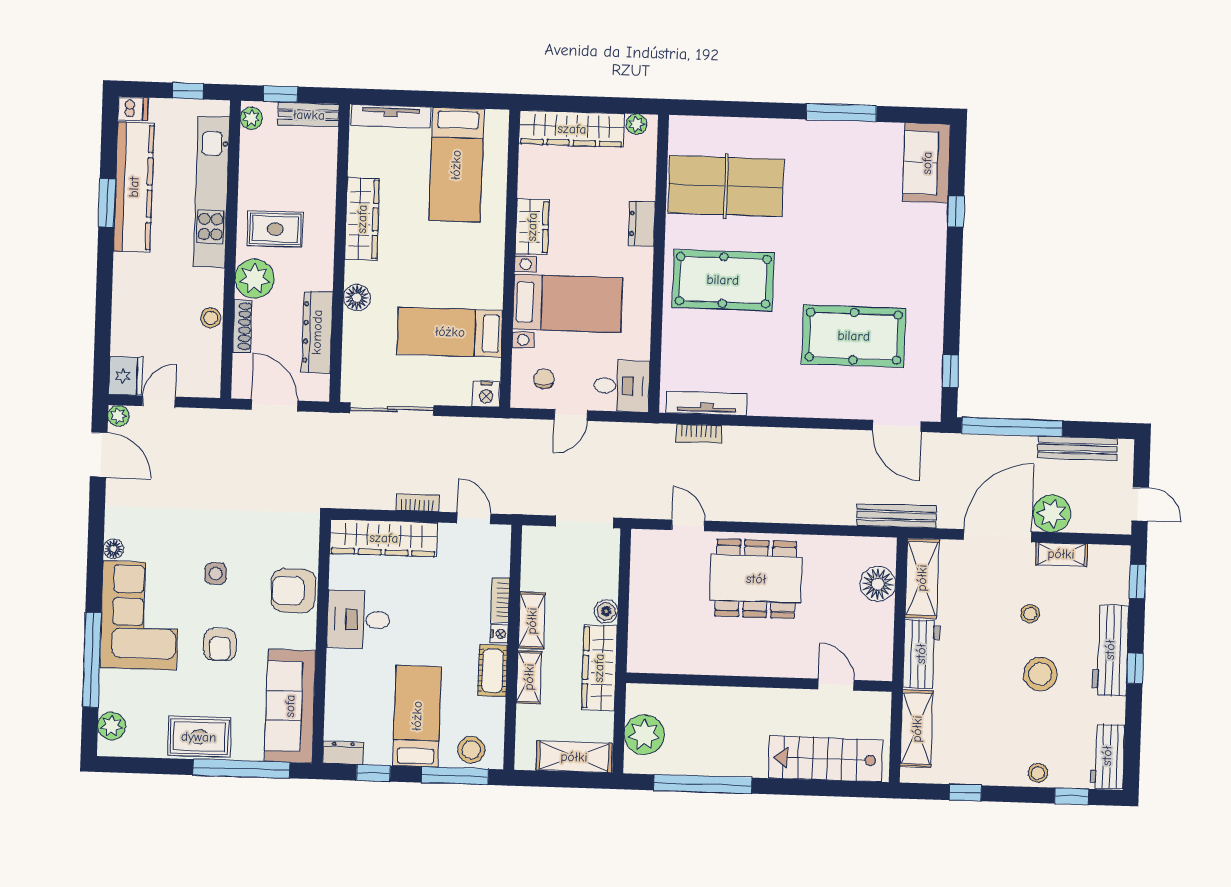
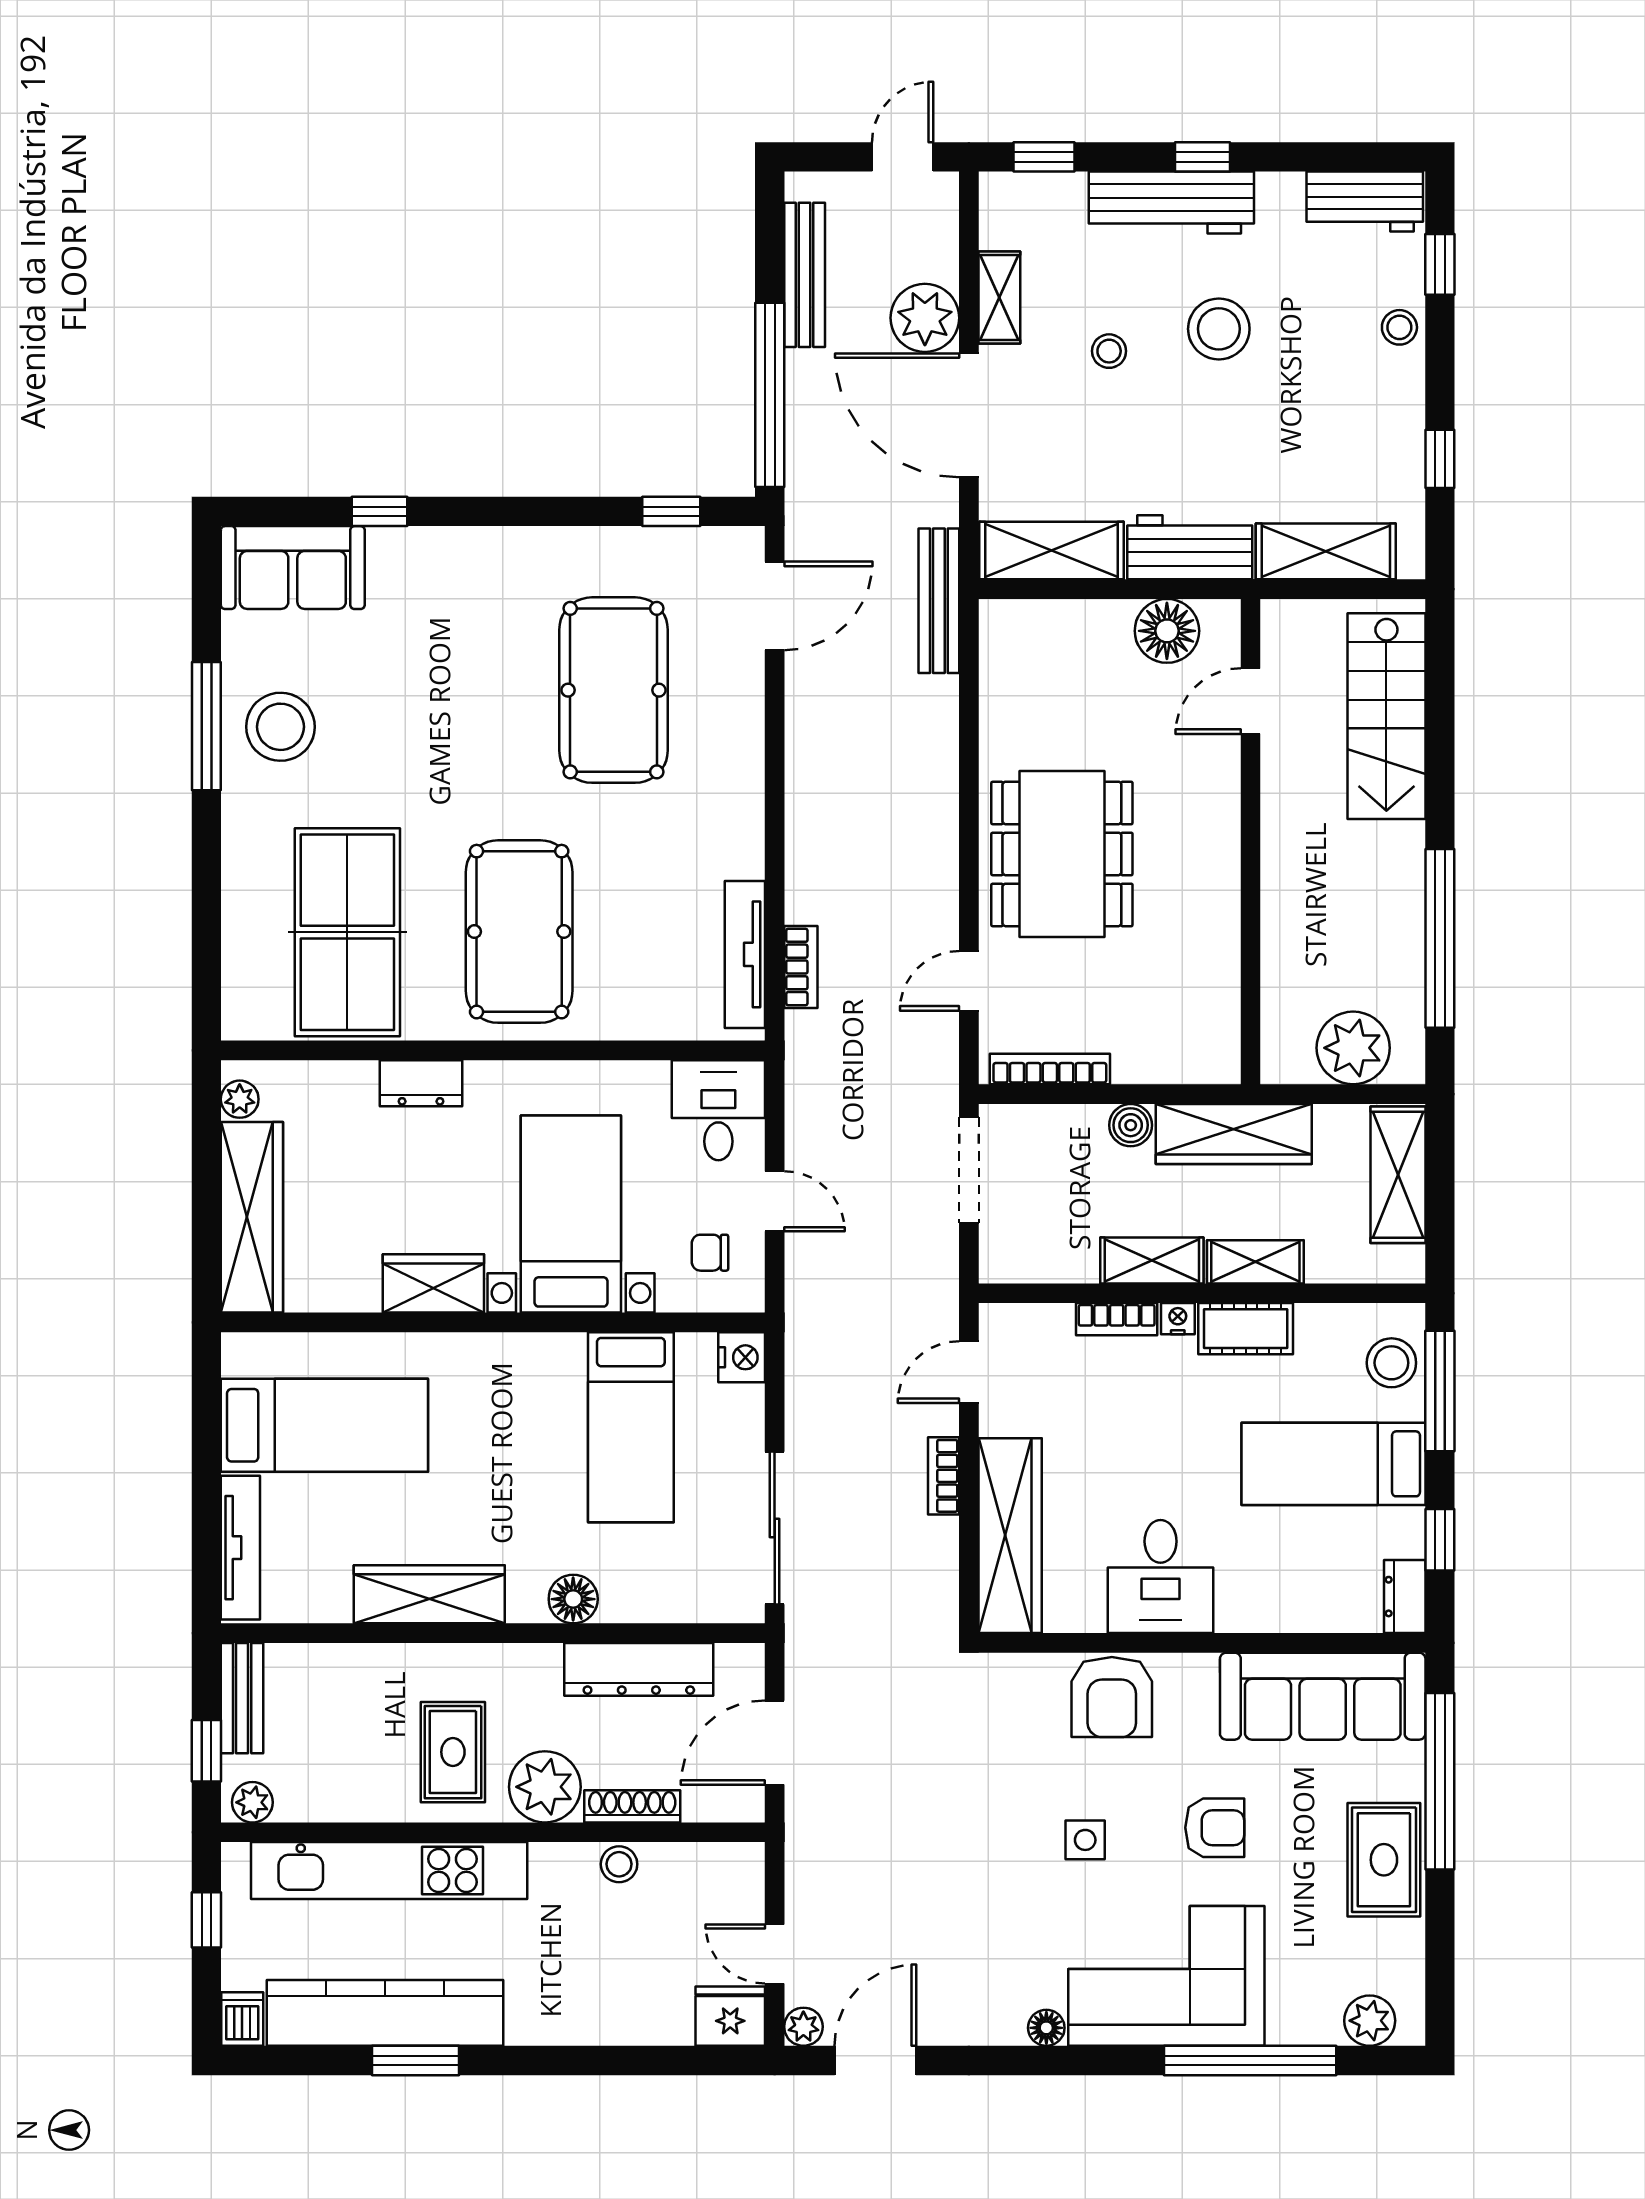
stool: (840, 153) -> (281, 727), added
bookcase: (638, 568) -> (1050, 1069), added
floor lamp: (878, 584) -> (1167, 631), moved

